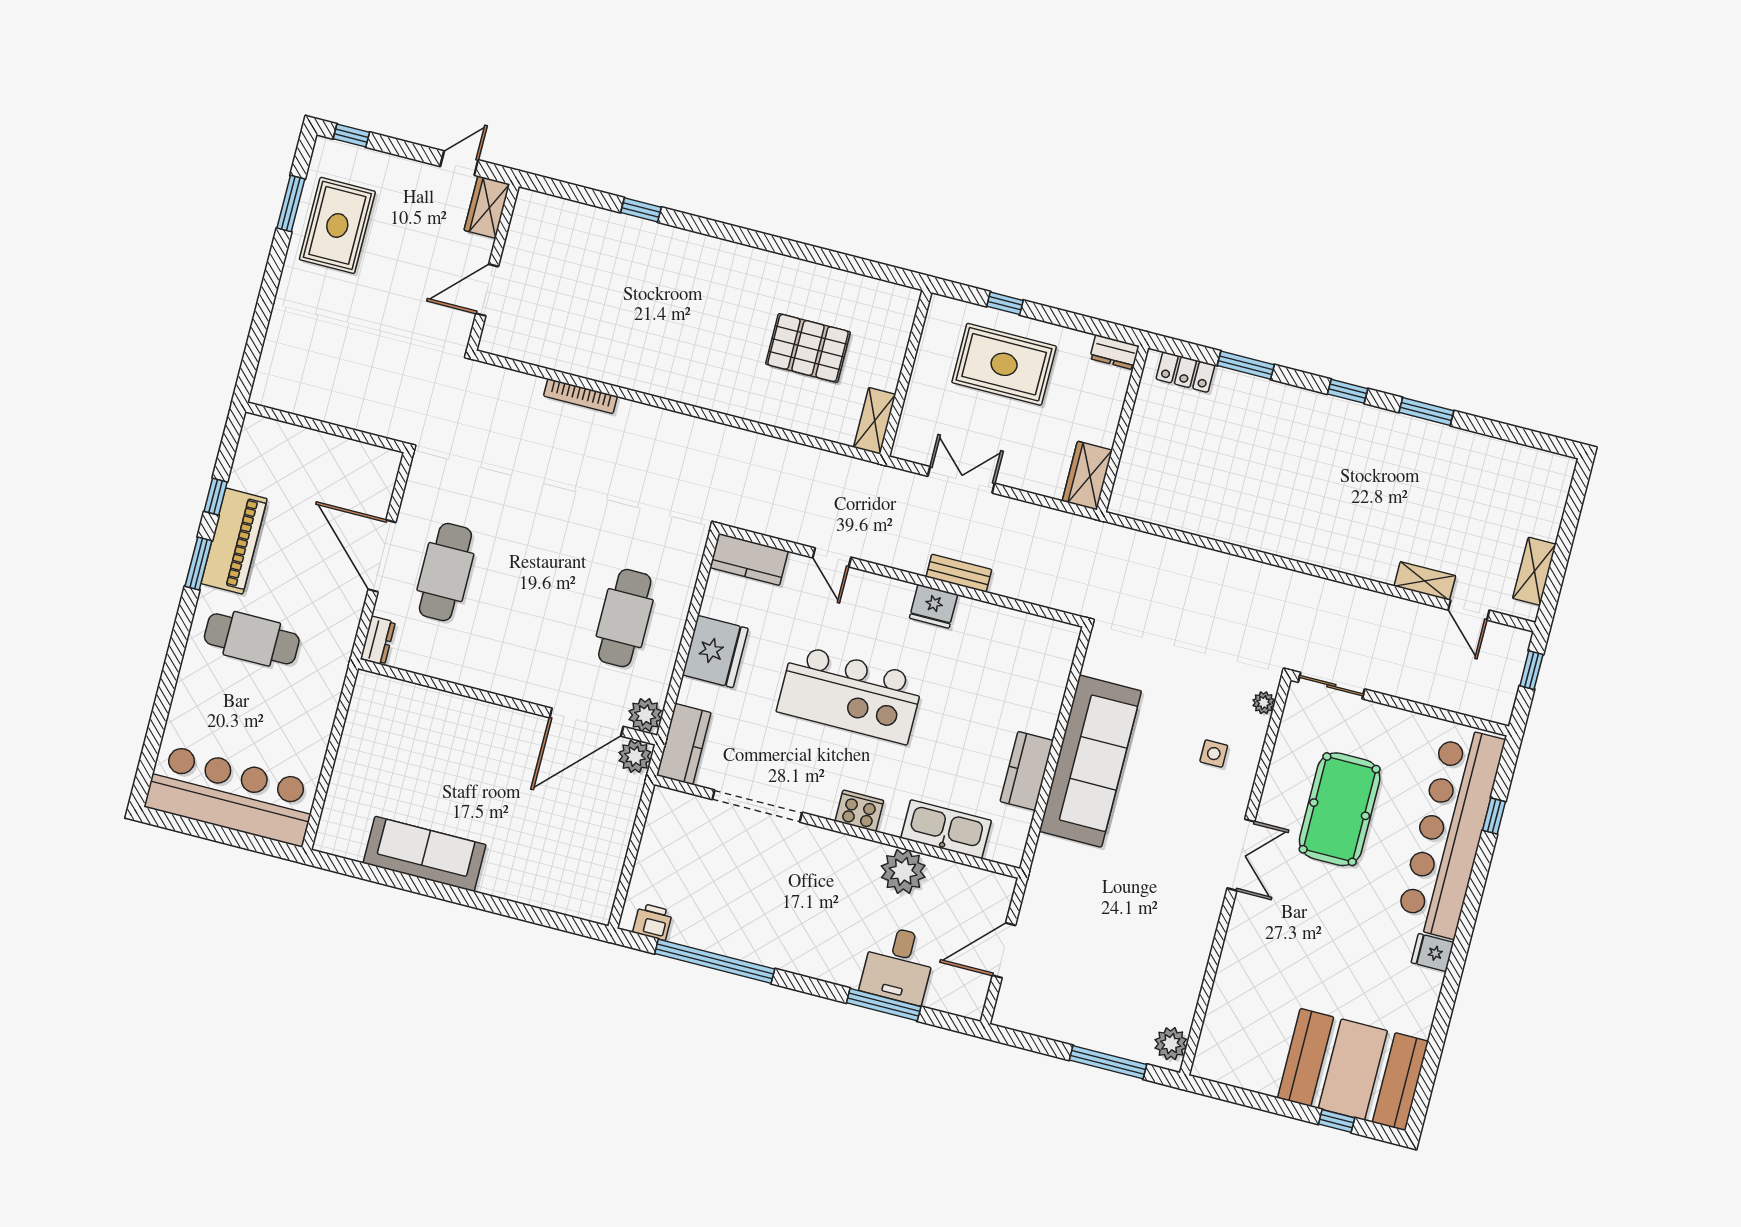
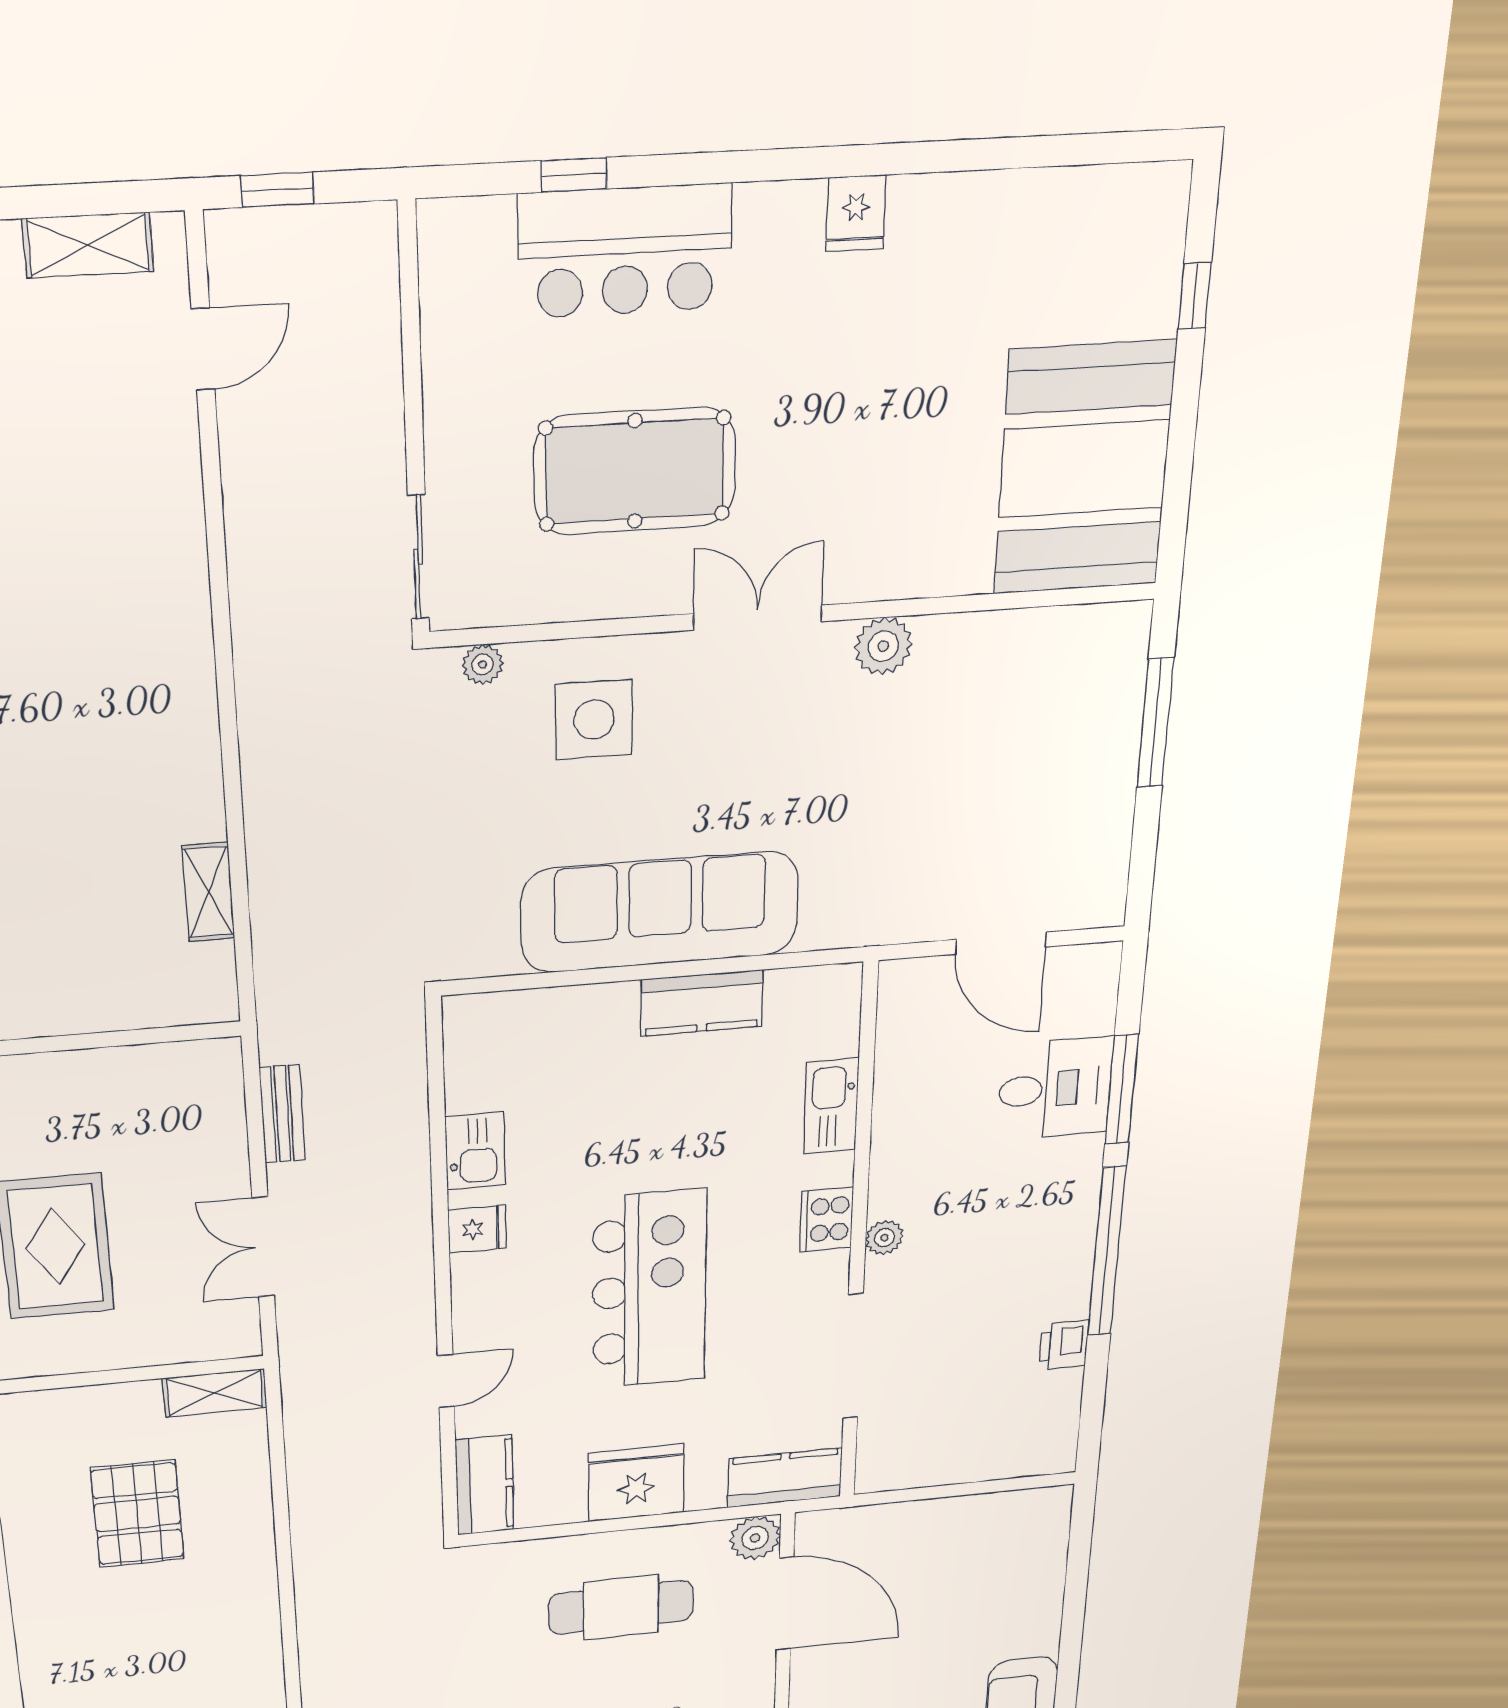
wardrobe: (1087, 476) -> (190, 1068), removed
bench: (959, 573) -> (282, 1114), moved
shelving: (1425, 581) -> (208, 892), moved
fridge: (933, 606) -> (477, 1229), width x0.72
kitchen sink: (979, 618) -> (475, 1151), added
side table: (1214, 754) -> (594, 719), width x1.87, depth x1.87
plant: (635, 756) -> (819, 1531), removed
kitchen sink: (946, 829) -> (831, 1106), width x0.73, depth x0.81
bar counter: (1450, 832) -> (625, 251), width x0.54
plant: (903, 872) -> (884, 1238), moved, width x0.53, depth x0.53
printer: (653, 922) -> (1064, 1345), moved
window: (715, 961) -> (1107, 1252), moved
plant: (1171, 1044) -> (883, 646), moved
booth: (1353, 1070) -> (1084, 469), moved

